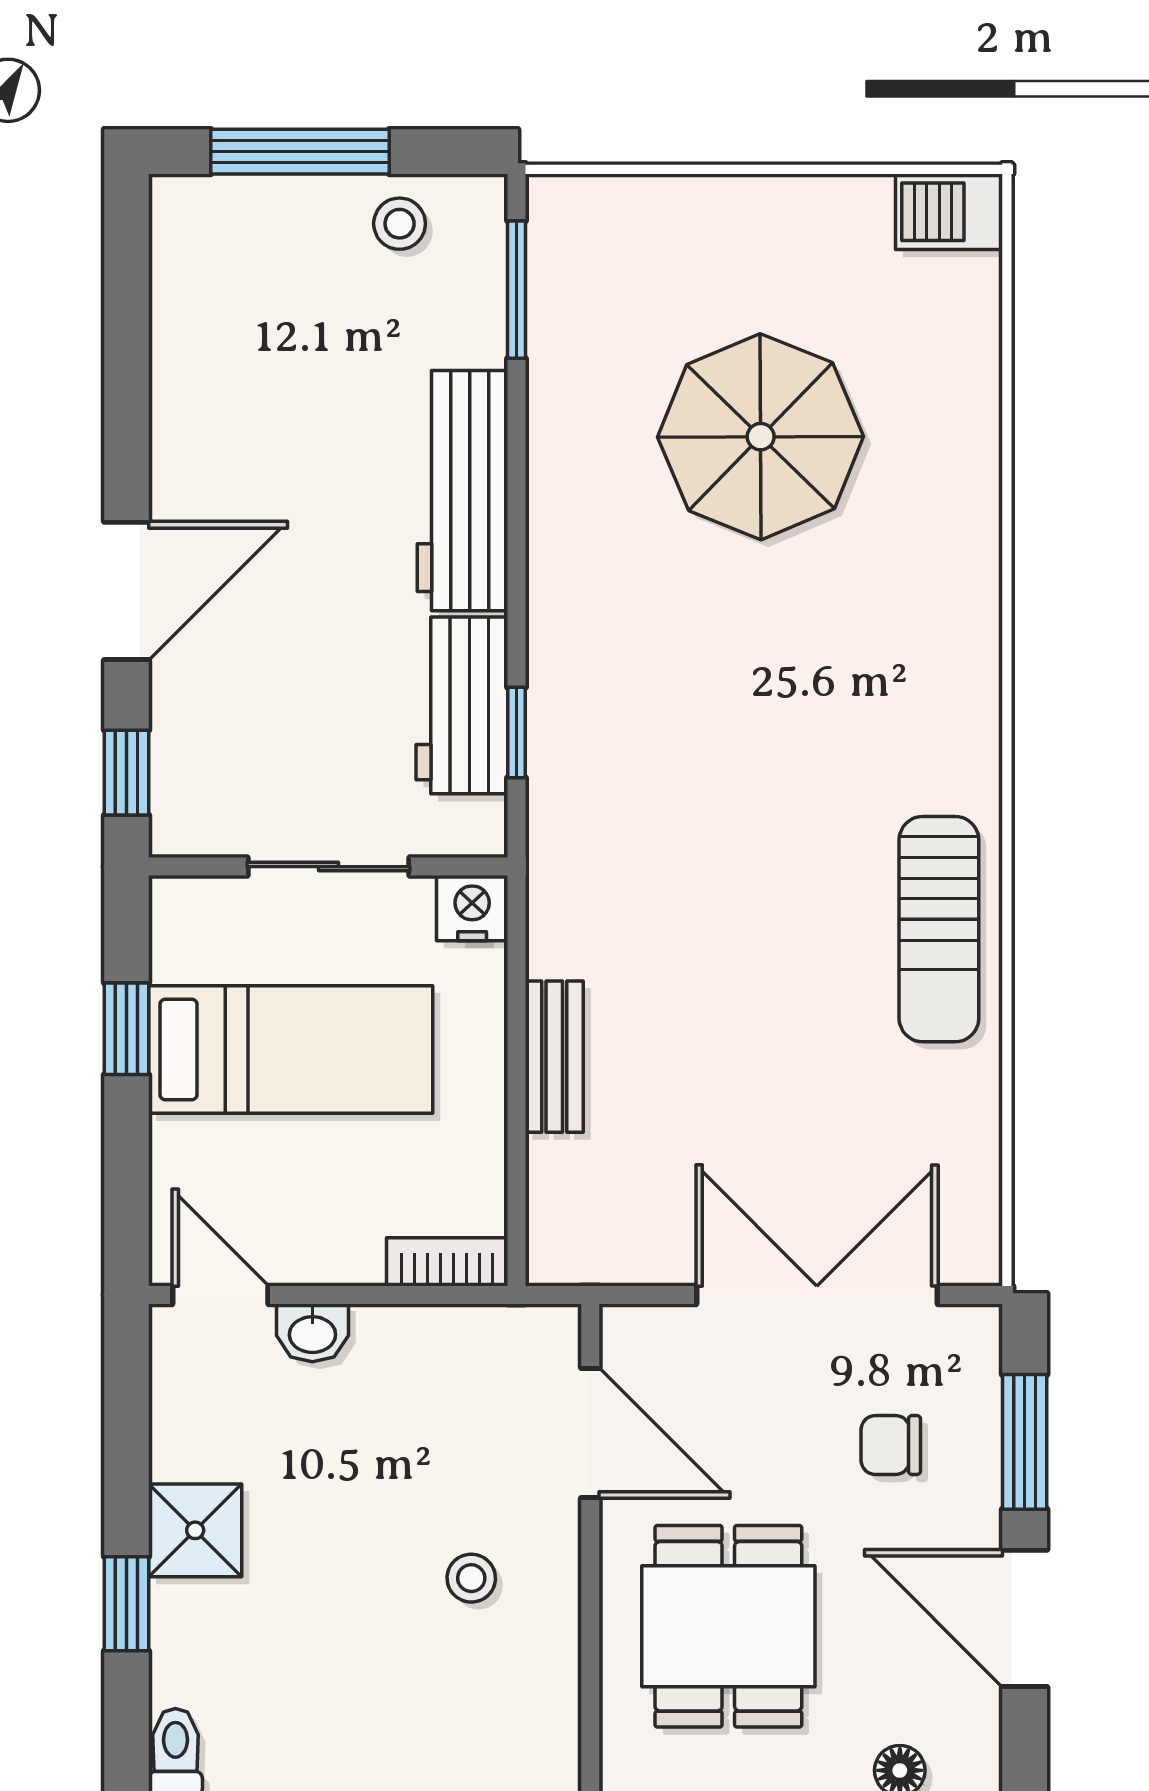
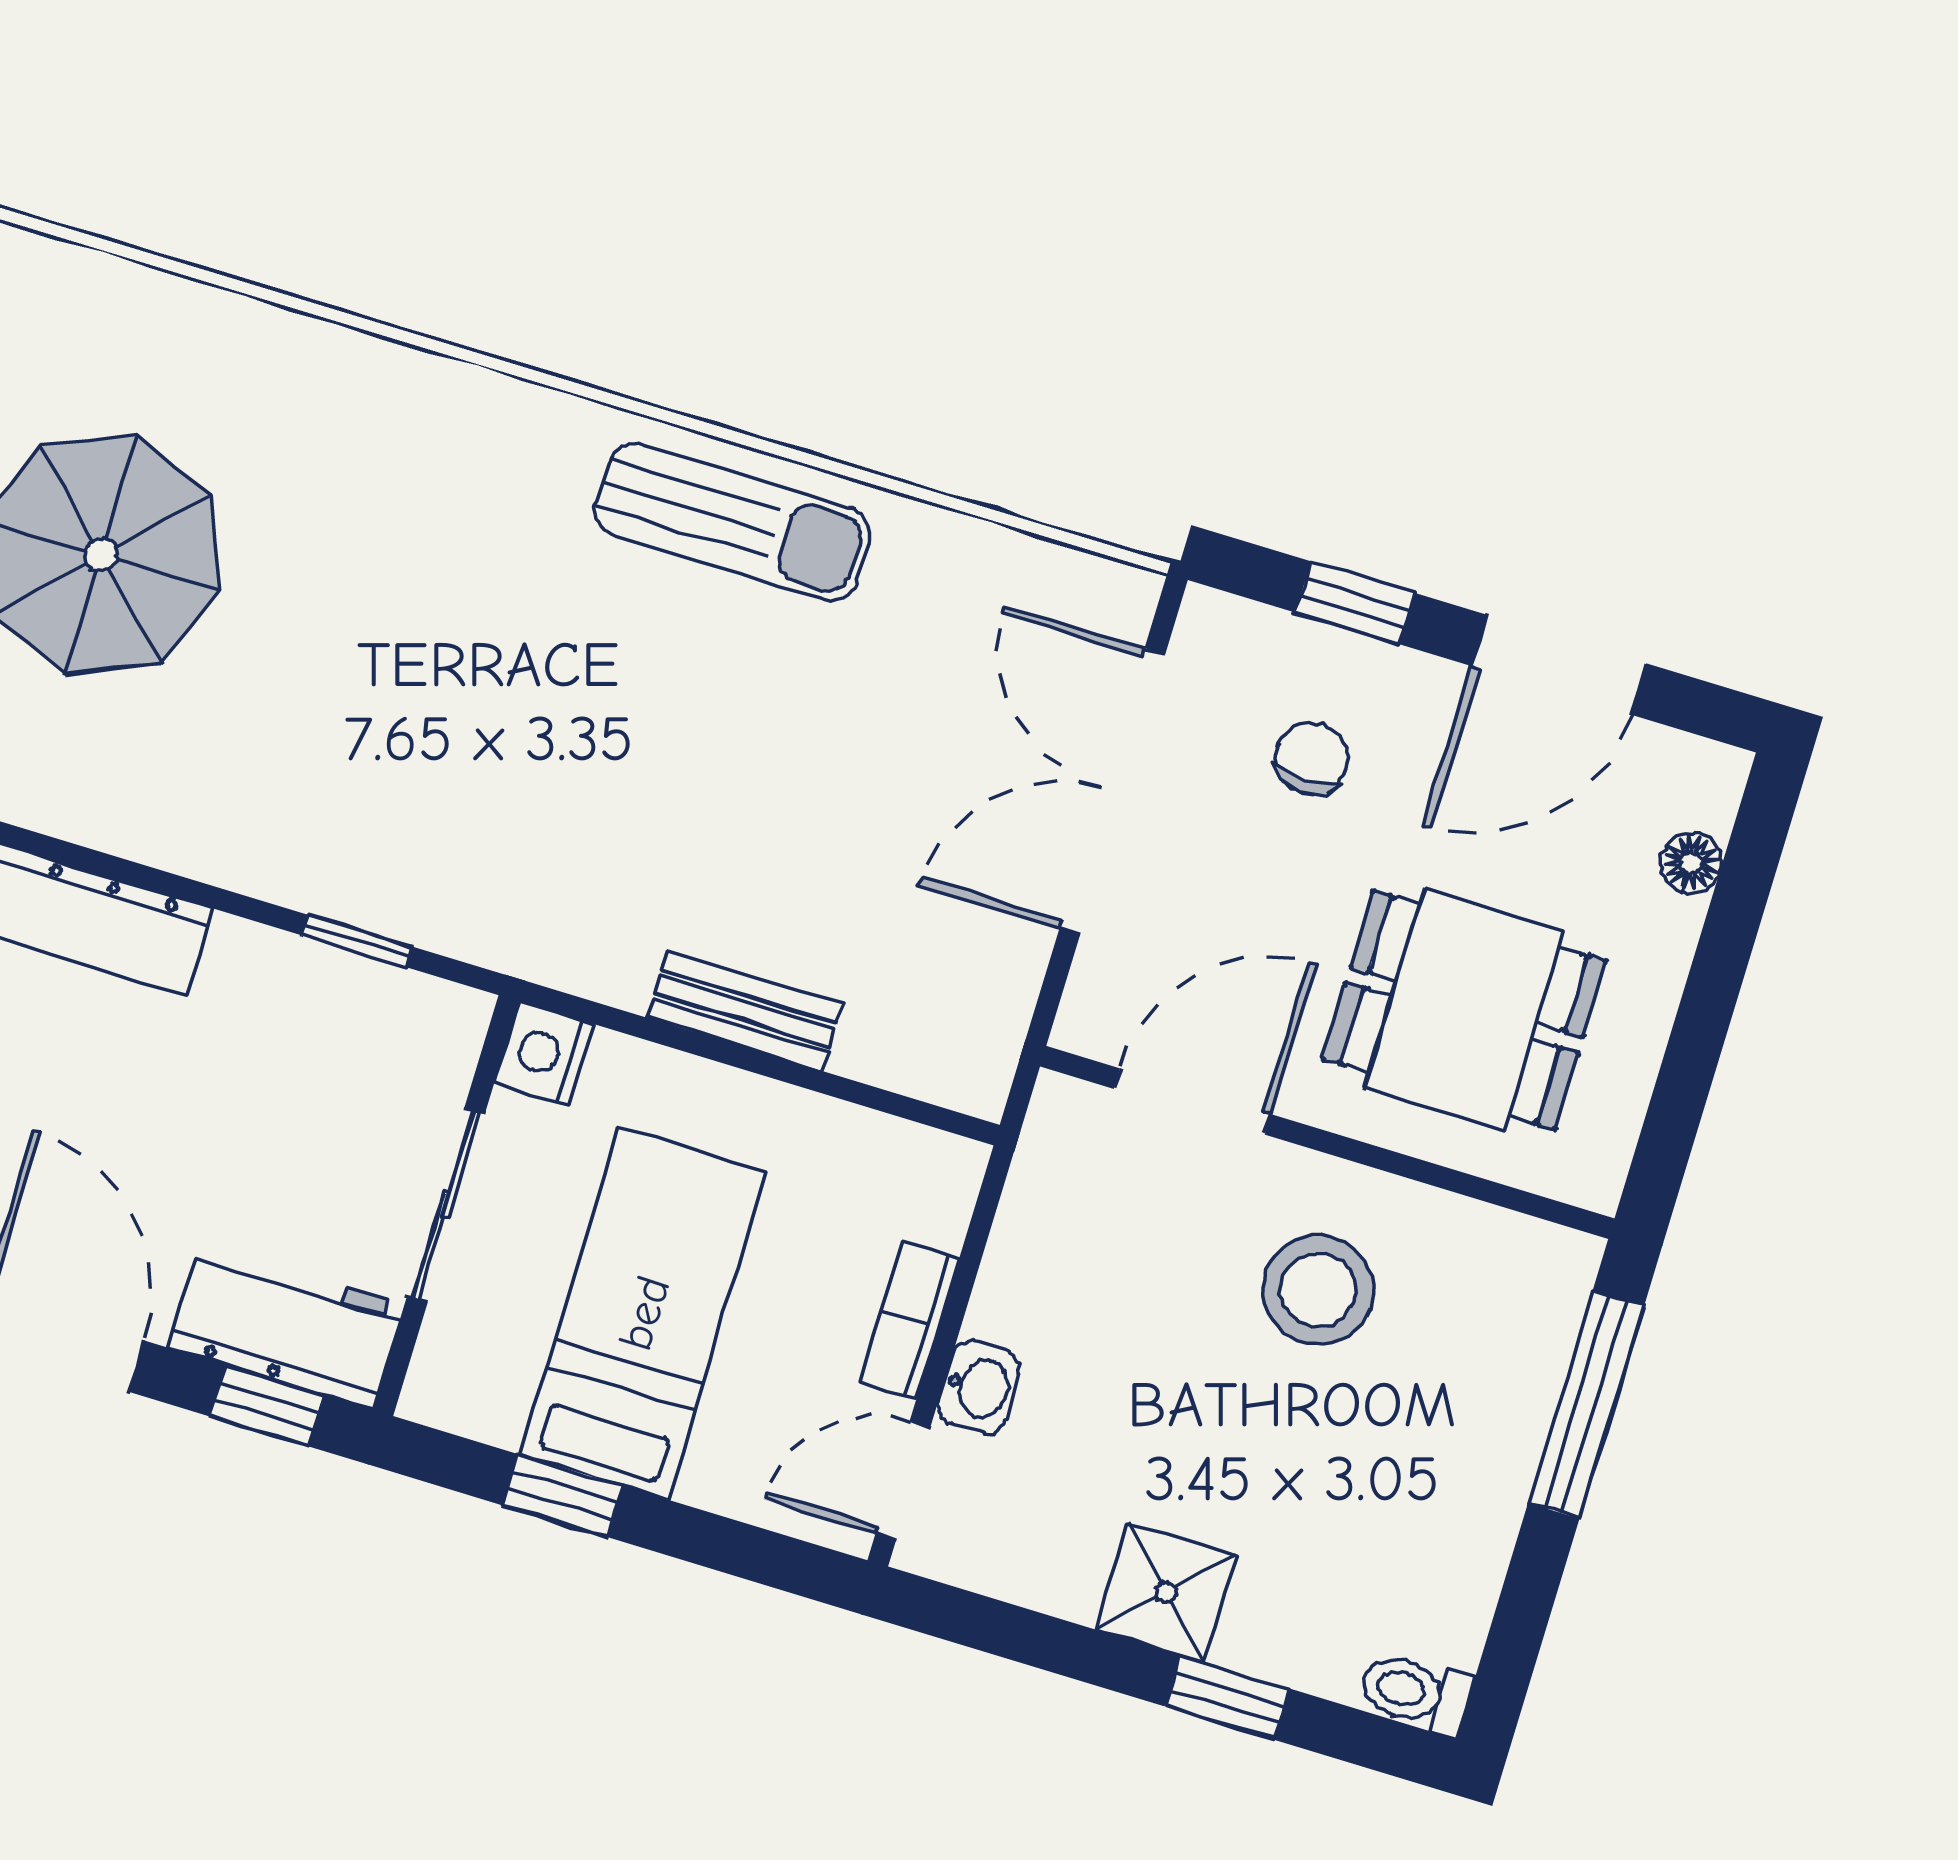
workbench: (462, 705) -> (286, 1326), moved, turned 180
bookcase: (447, 1262) -> (910, 1321), moved
window: (1025, 1442) -> (1355, 603), width x0.67
chair: (891, 1445) -> (1312, 759), turned 180
stool: (471, 1578) -> (1318, 1290), width x1.89, depth x1.89

